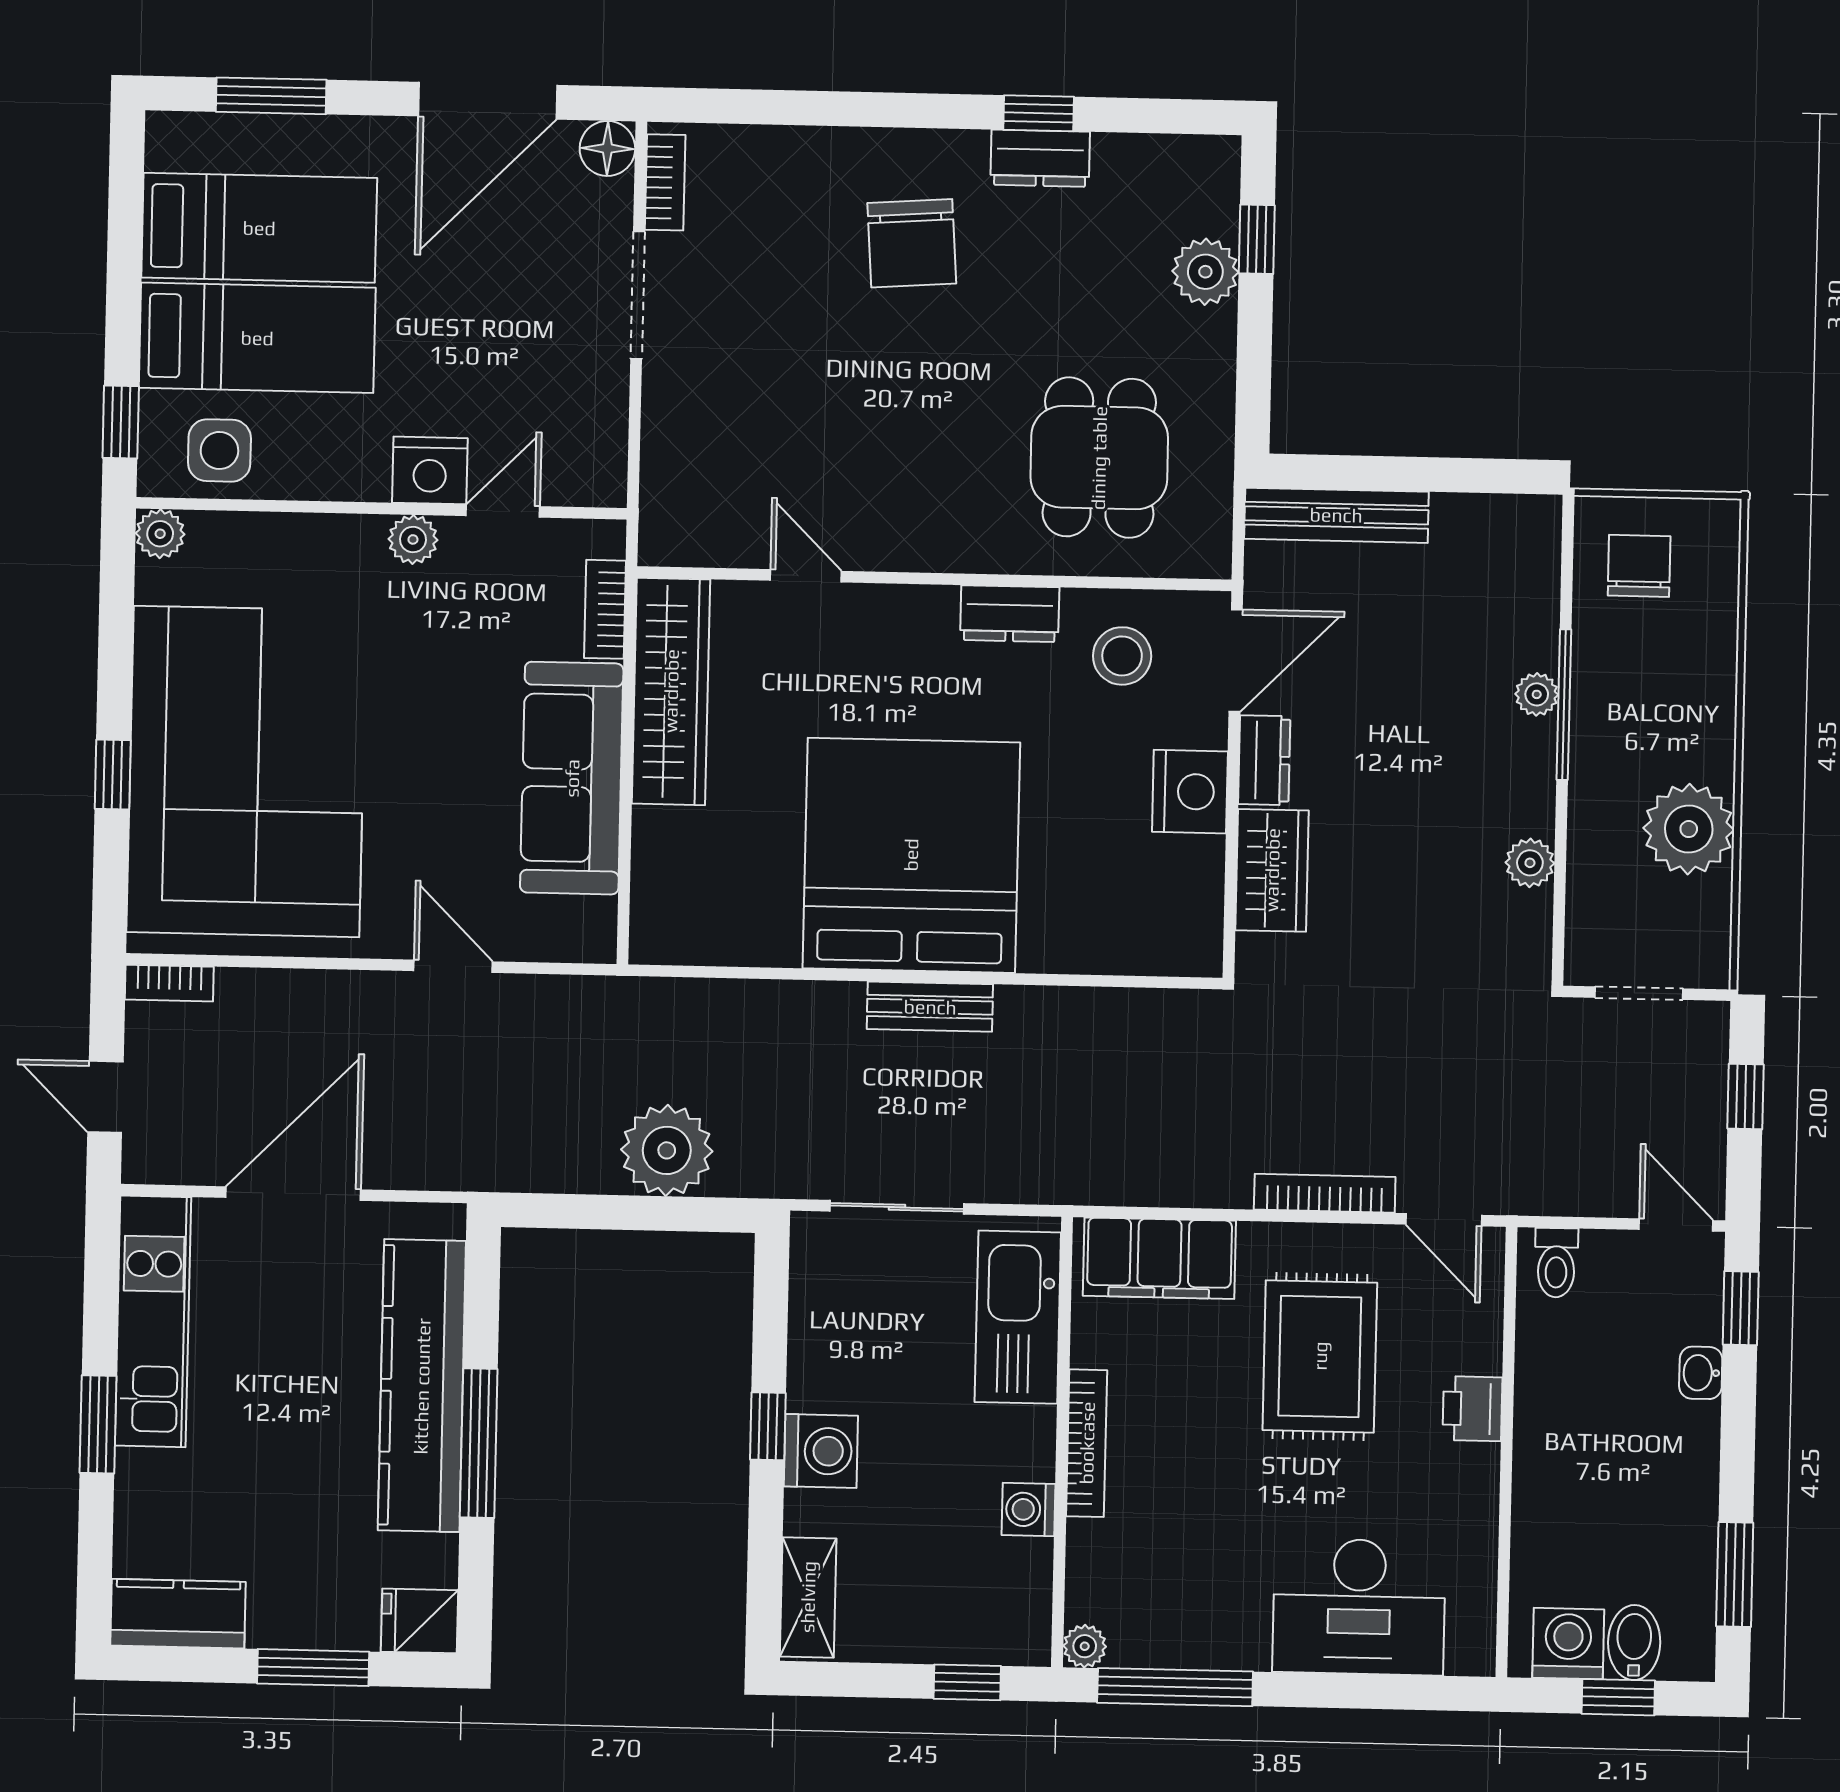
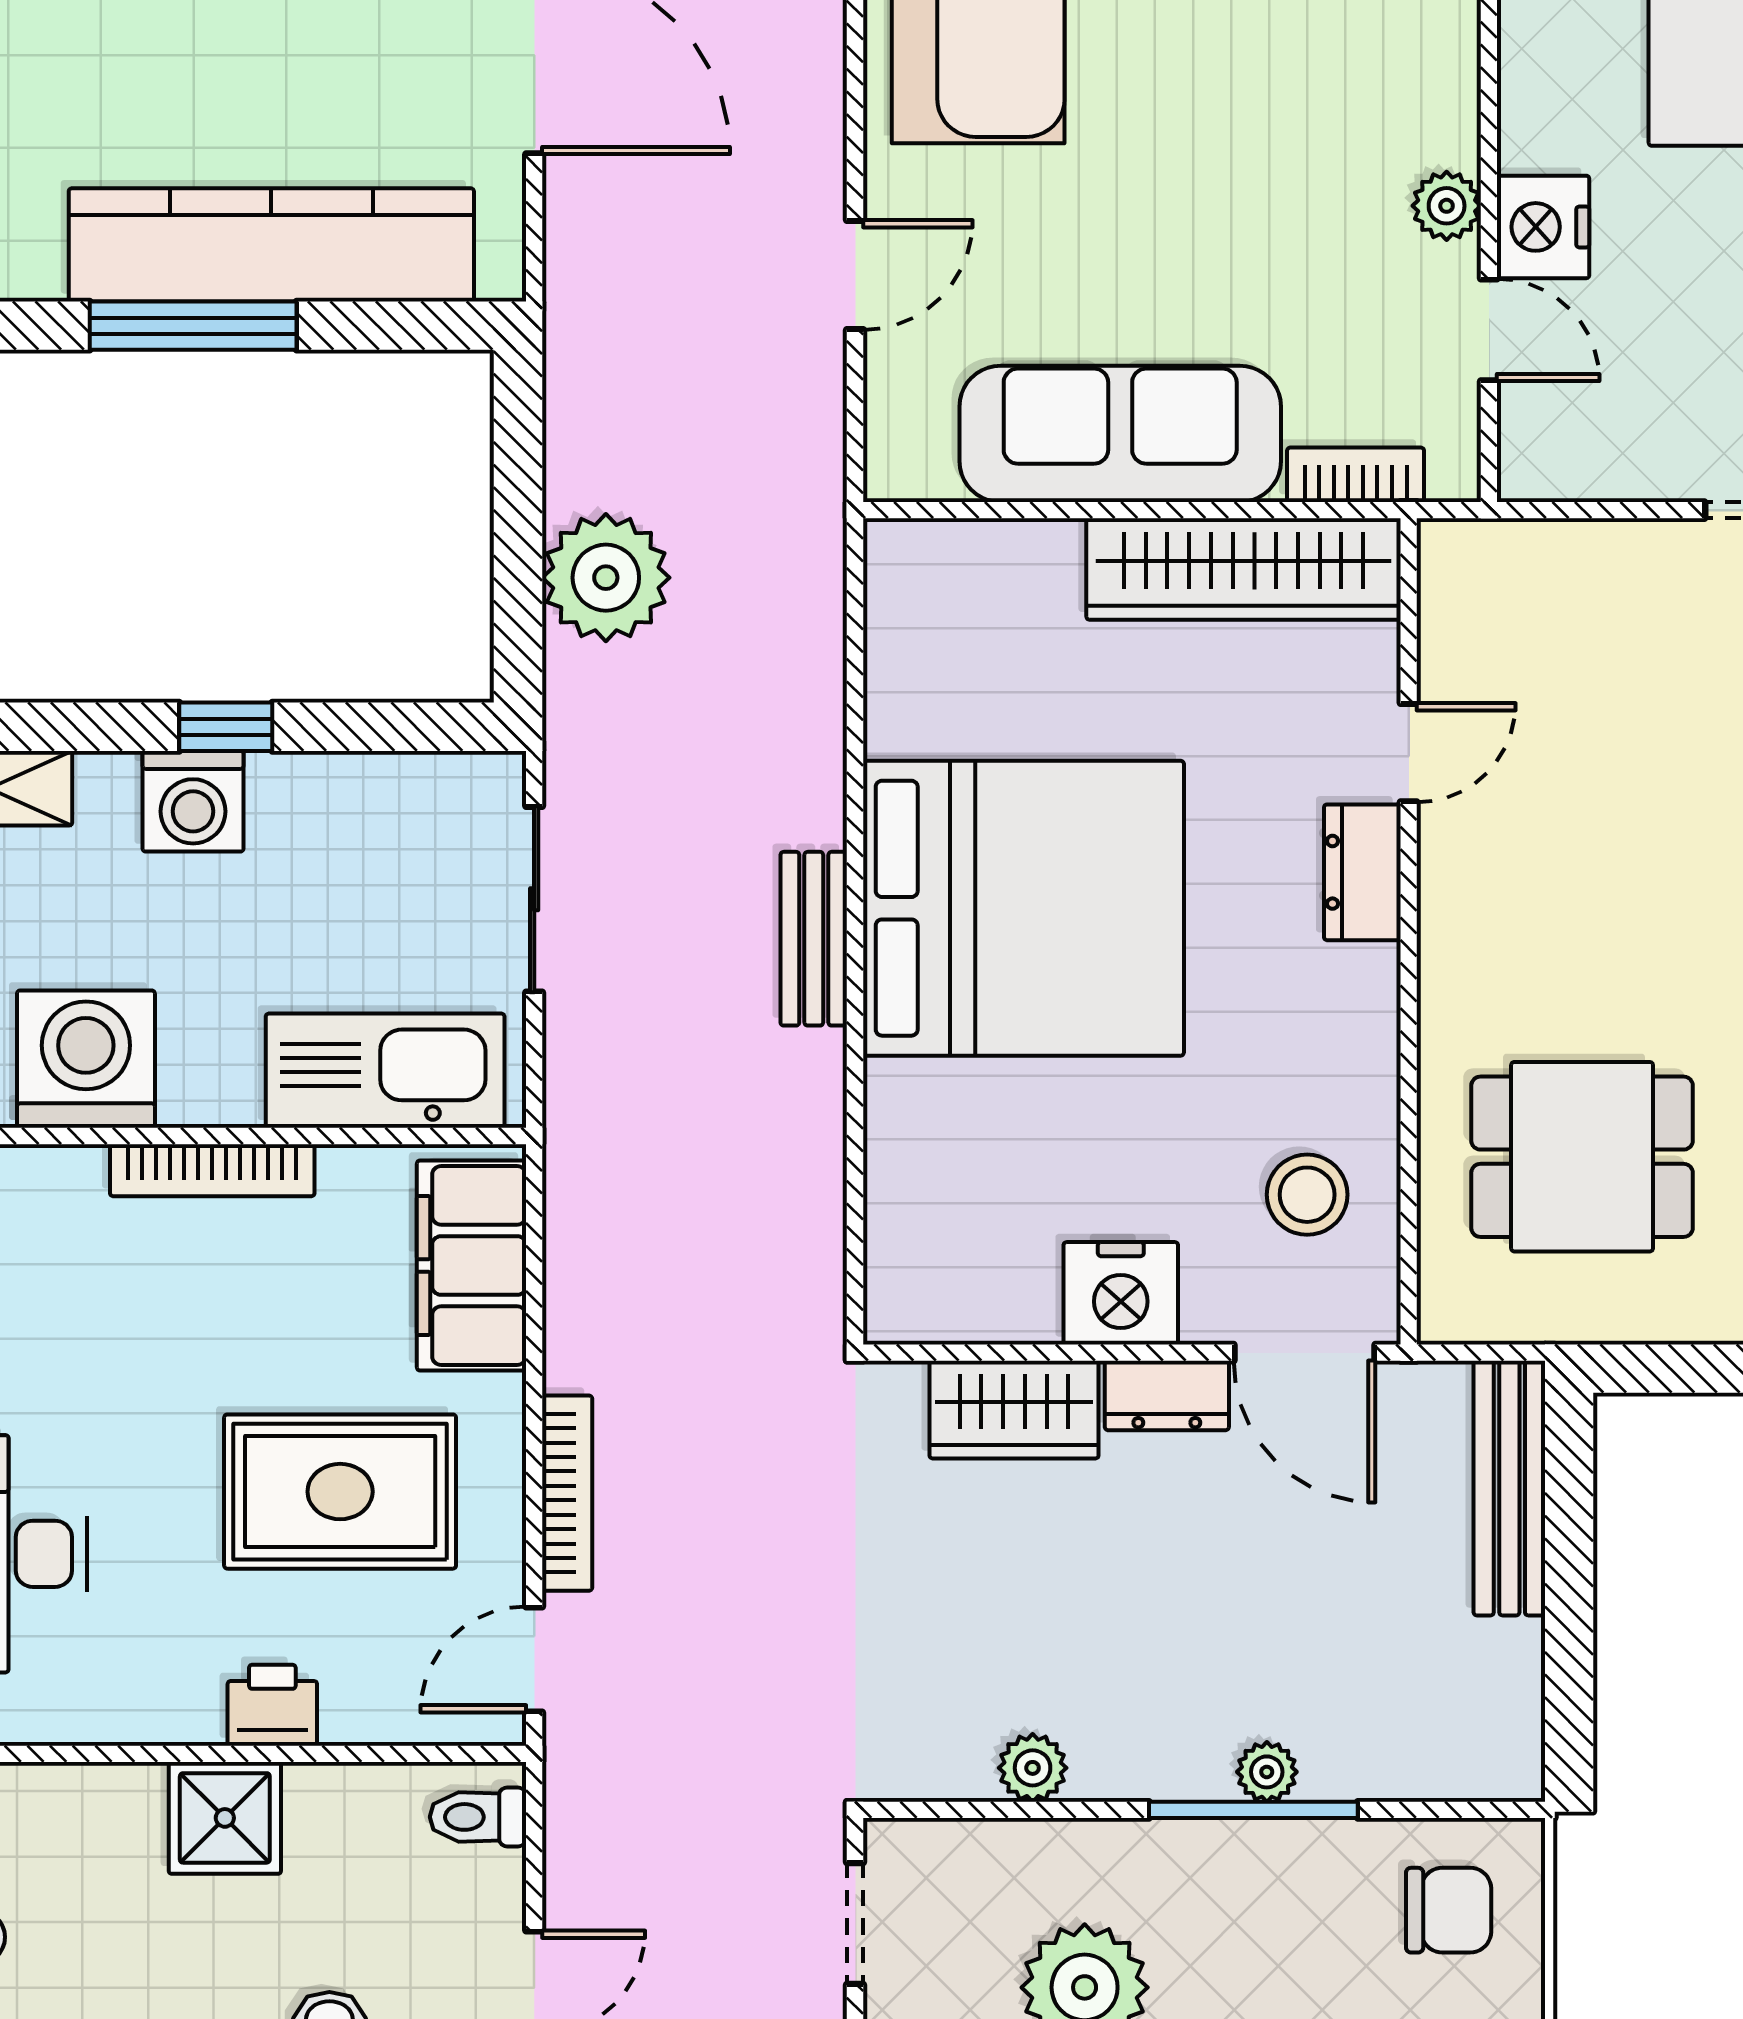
dresser: (1010, 614) -> (1362, 872), moved
shower: (1553, 1445) -> (225, 1818), added
washing machine: (1028, 1509) -> (86, 1059), width x1.89, depth x1.89

